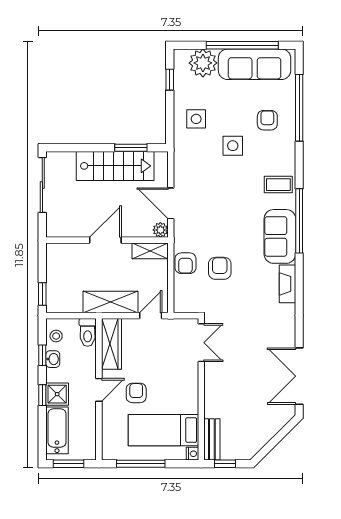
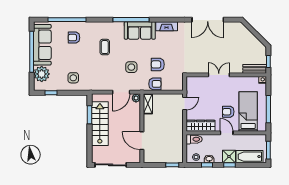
side table: (233, 146) -> (131, 67), moved
coffee table: (278, 185) -> (105, 47), moved
door: (105, 240) -> (142, 141), moved
shelving: (111, 302) -> (177, 126), removed
door: (151, 316) -> (185, 104), swing flipped
double door: (201, 343) -> (219, 75), moved
double door: (299, 376) -> (208, 20), moved
bed: (164, 430) -> (248, 112), moved, turned 180

